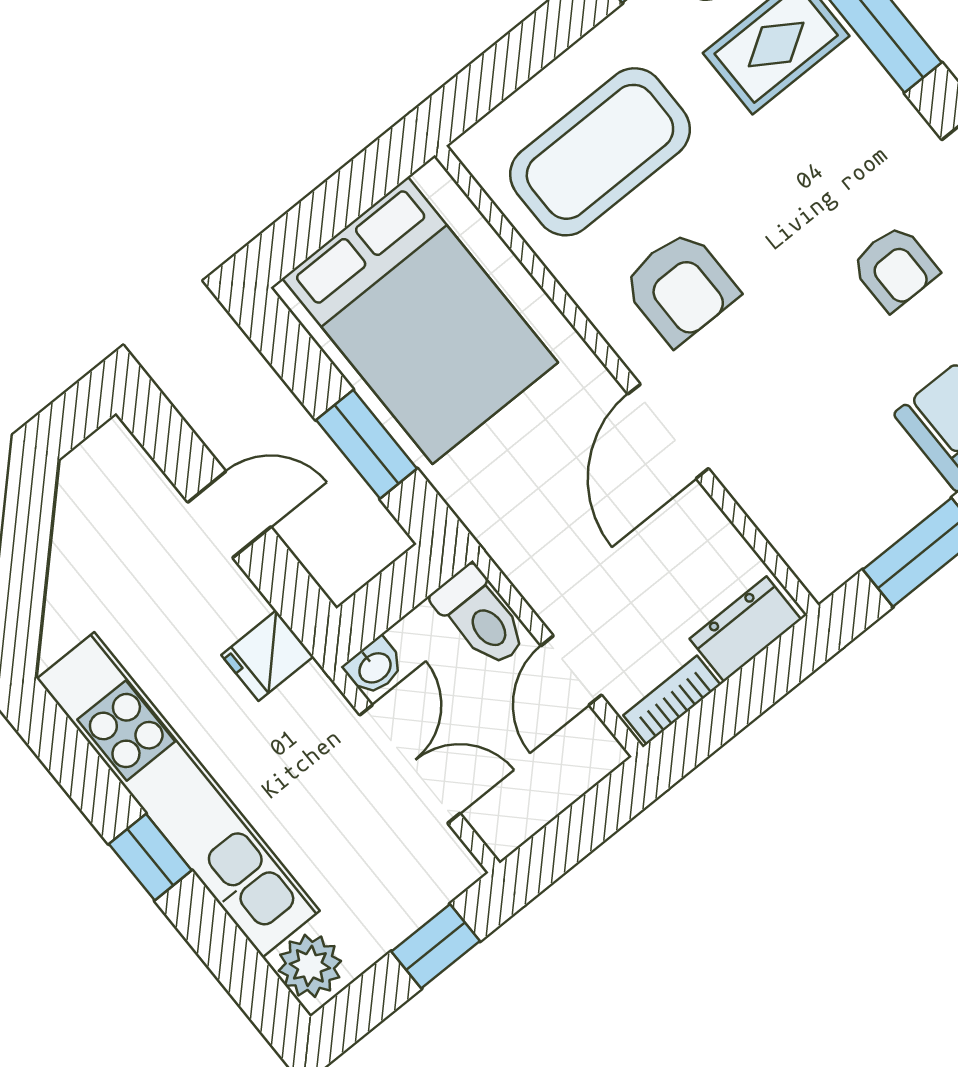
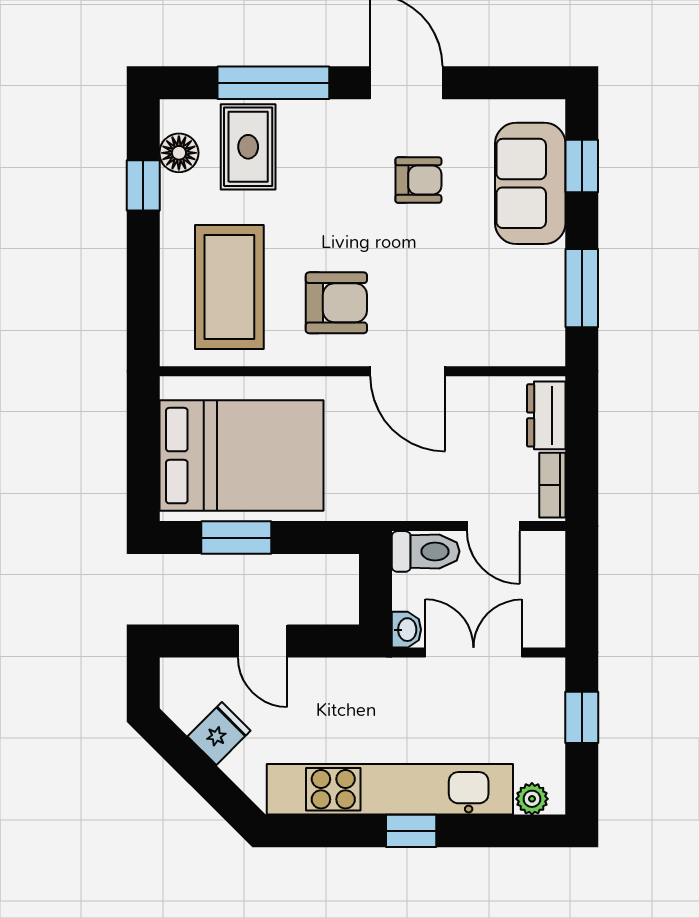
window: (367, 444) -> (236, 538), moved
door: (229, 514) -> (263, 641), swing flipped
fridge: (267, 656) -> (219, 734), moved, turned -135
plant: (310, 966) -> (532, 799), width x0.73, depth x0.73

